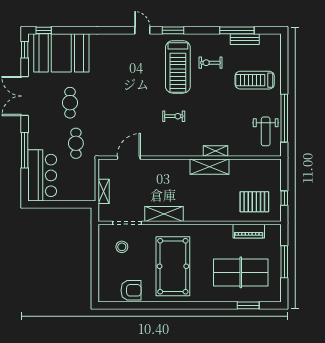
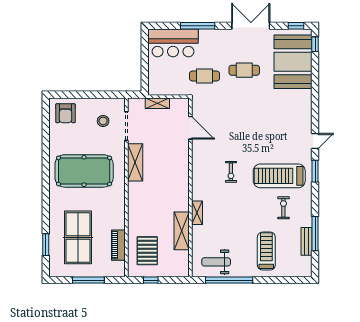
shelving: (210, 167) -> (182, 231), moved
armchair: (131, 290) -> (66, 113), moved

